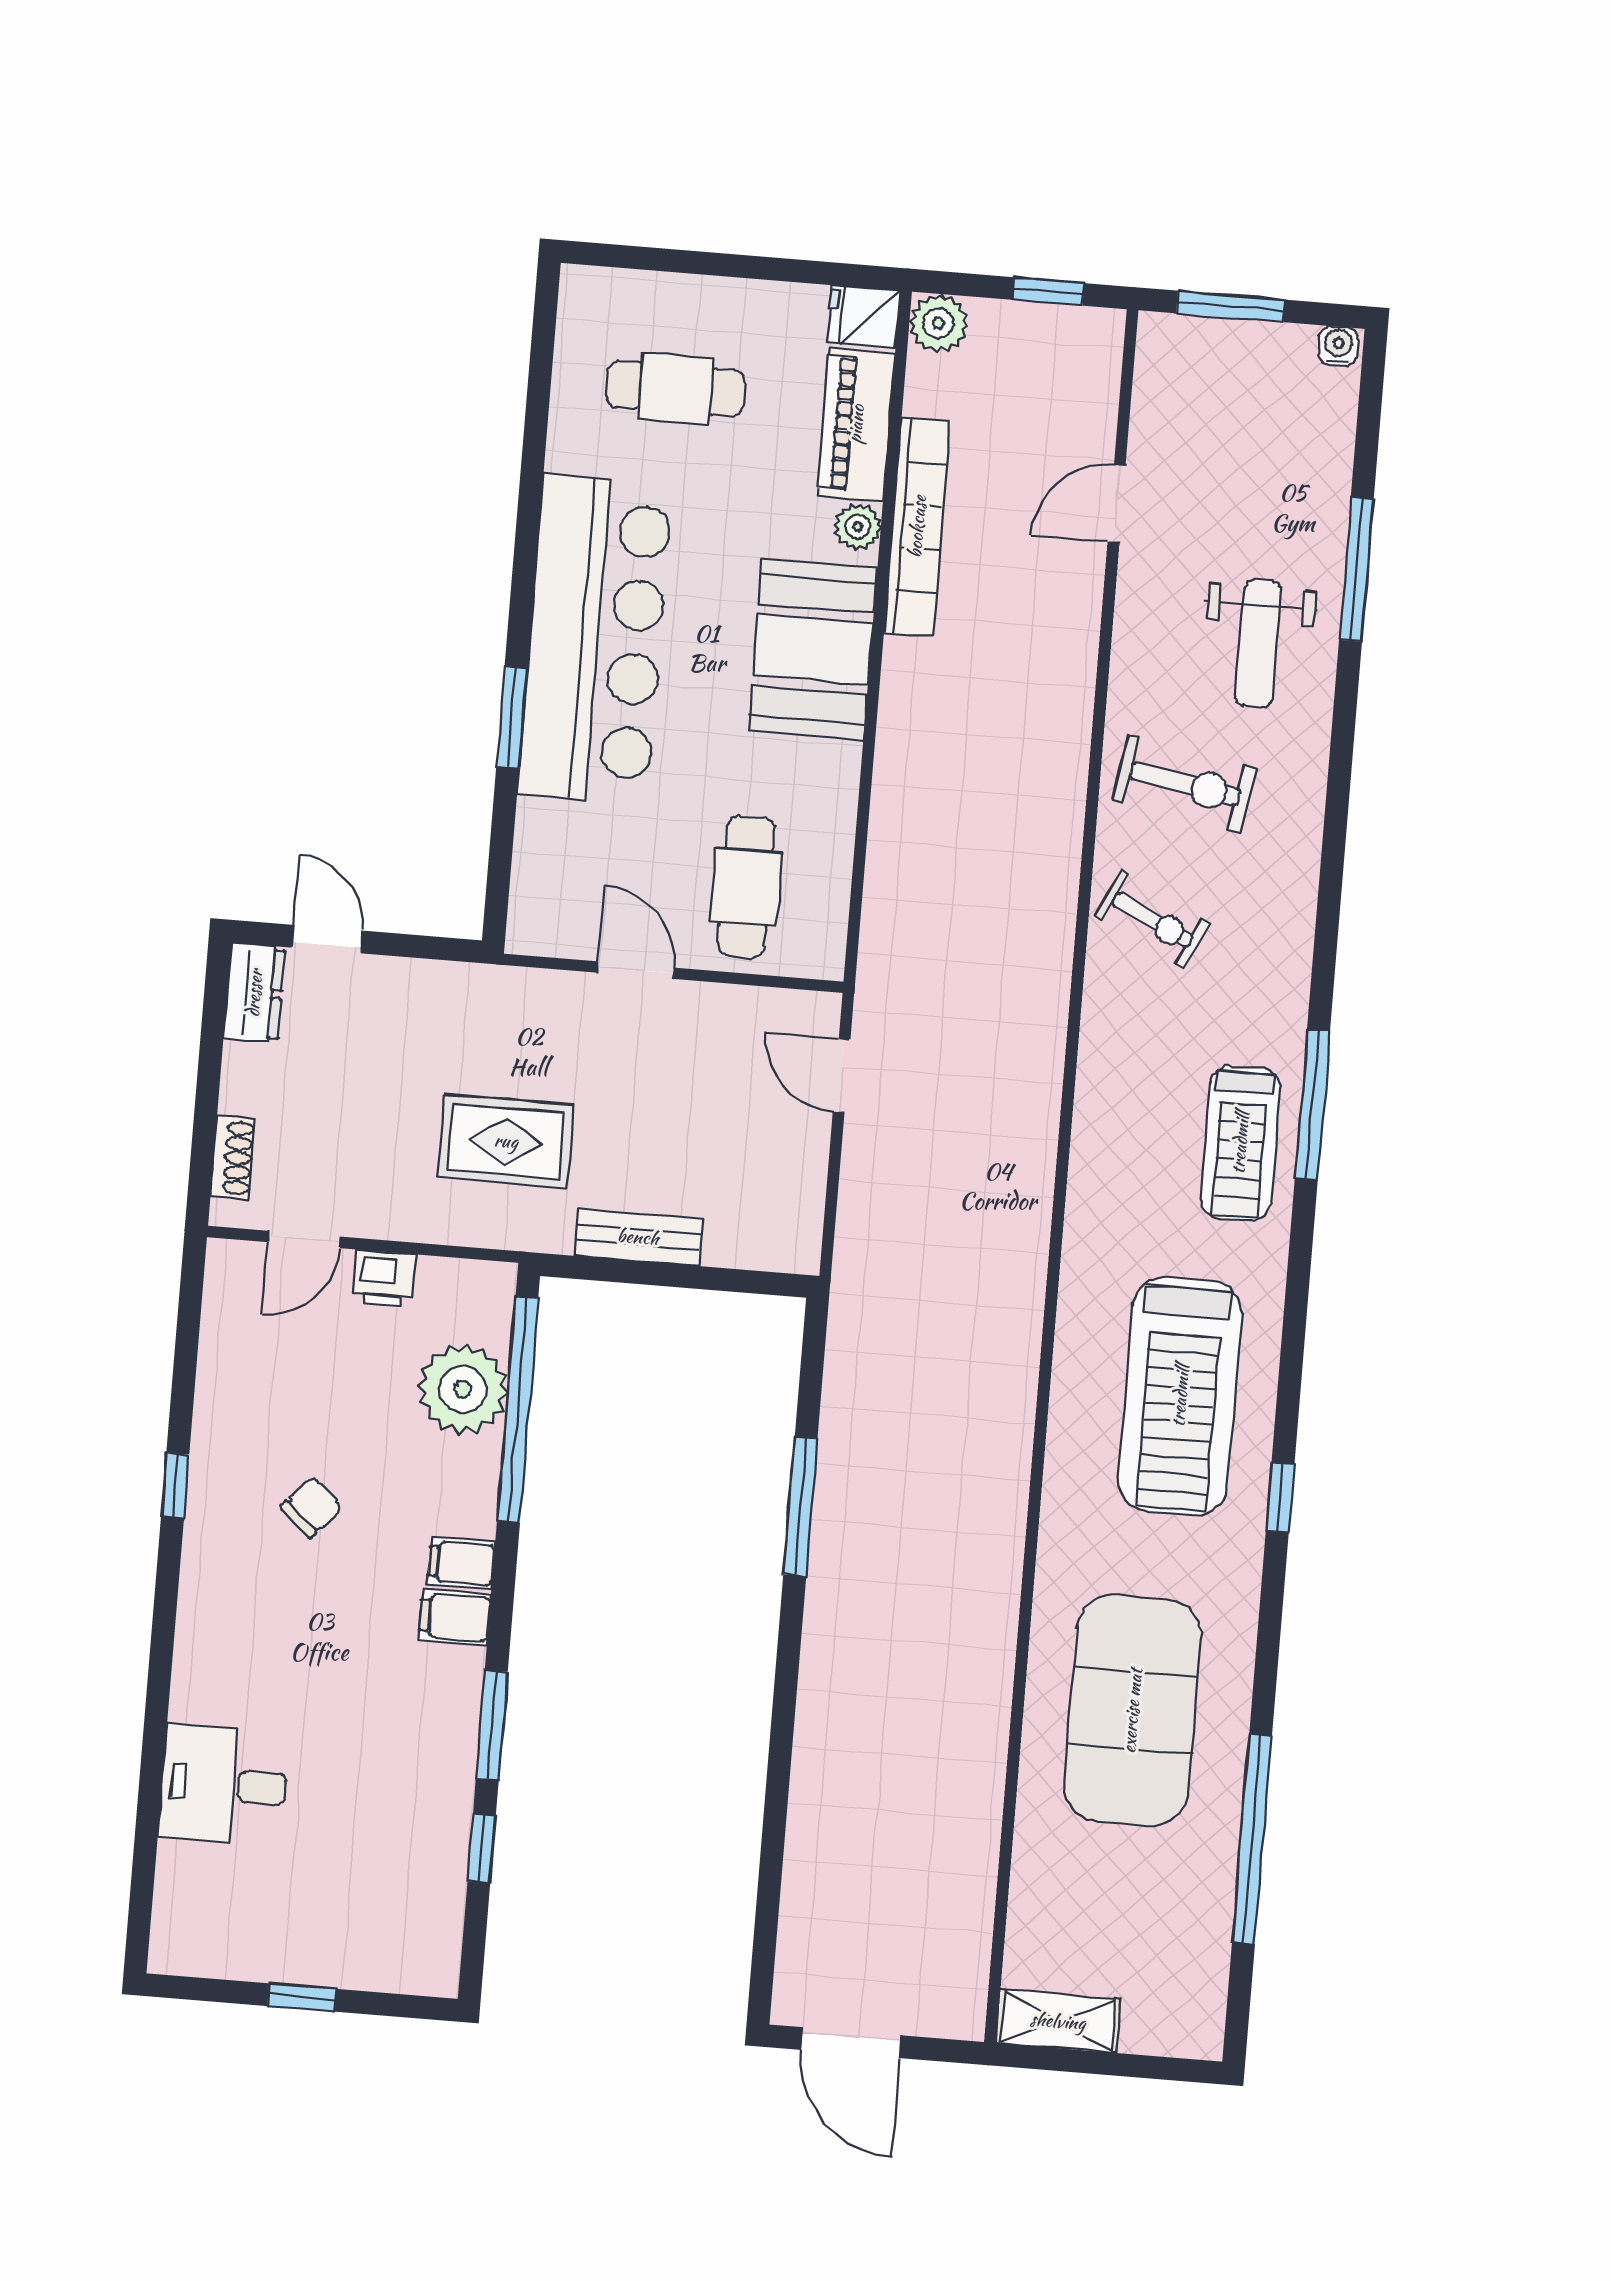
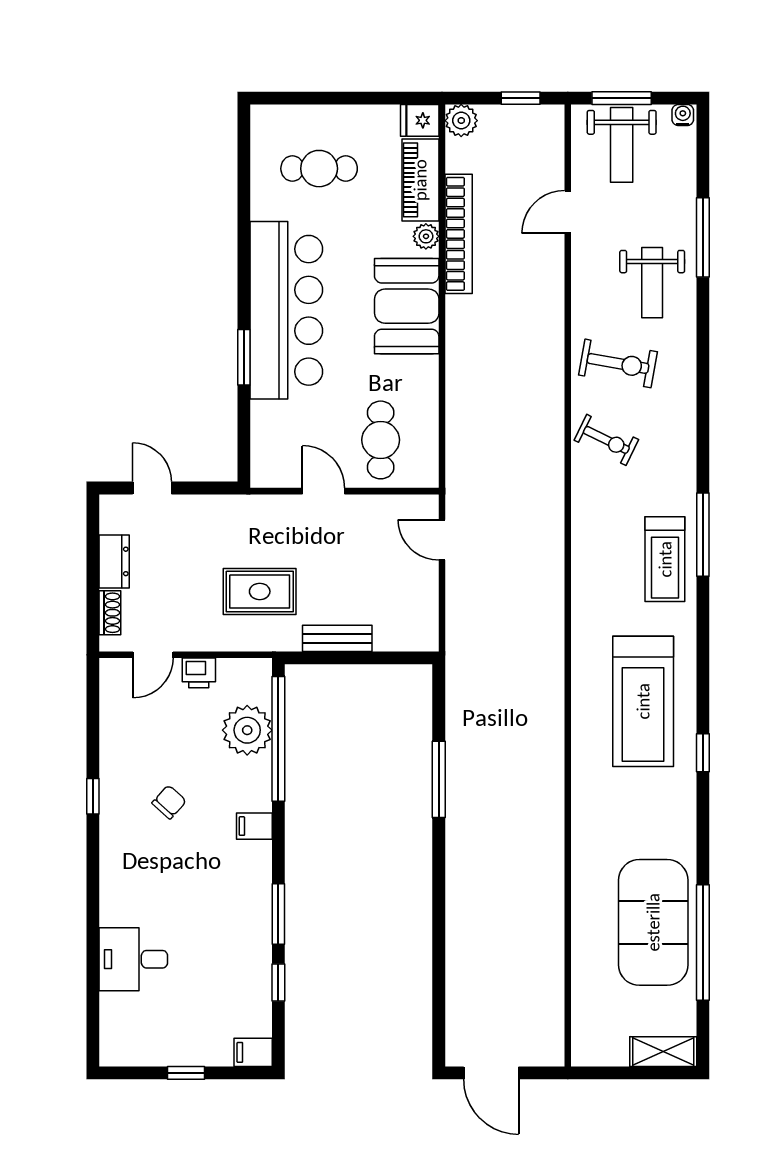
weight bench: (1224, 391) -> (622, 145), added
dresser: (254, 993) -> (114, 561), moved
filing cabinet: (455, 1617) -> (253, 1052), moved
exercise mat: (1132, 1711) -> (653, 922), moved
shelving: (1058, 2021) -> (663, 1052), moved

